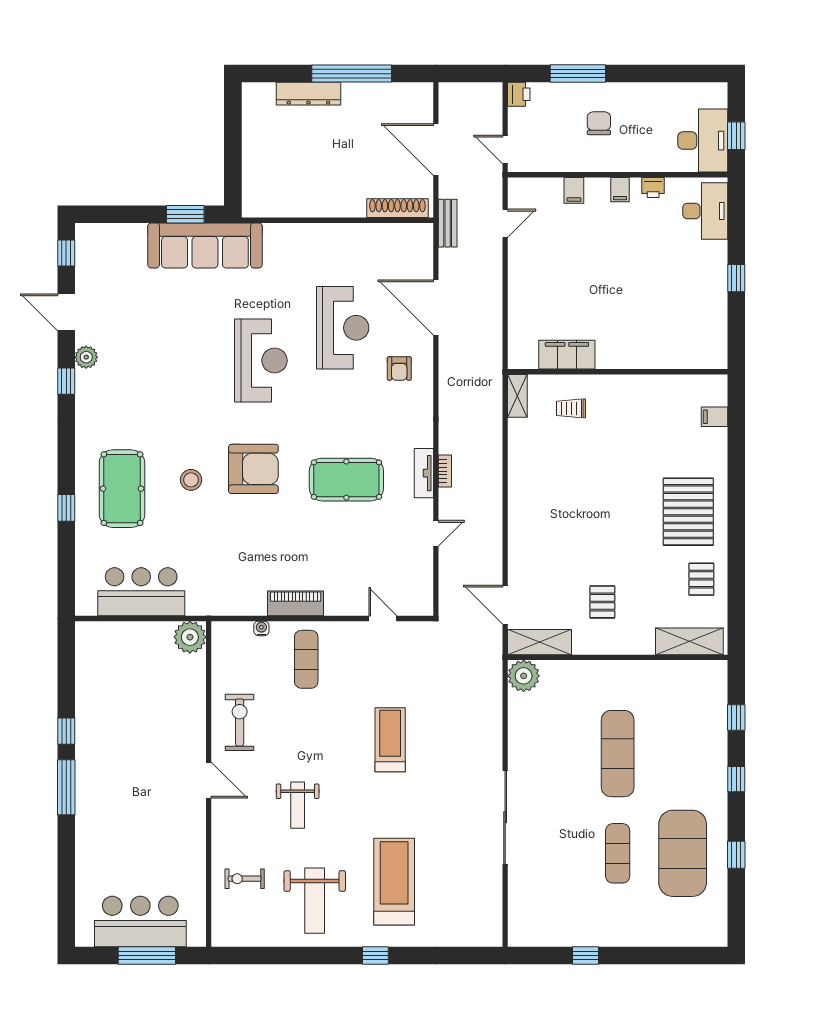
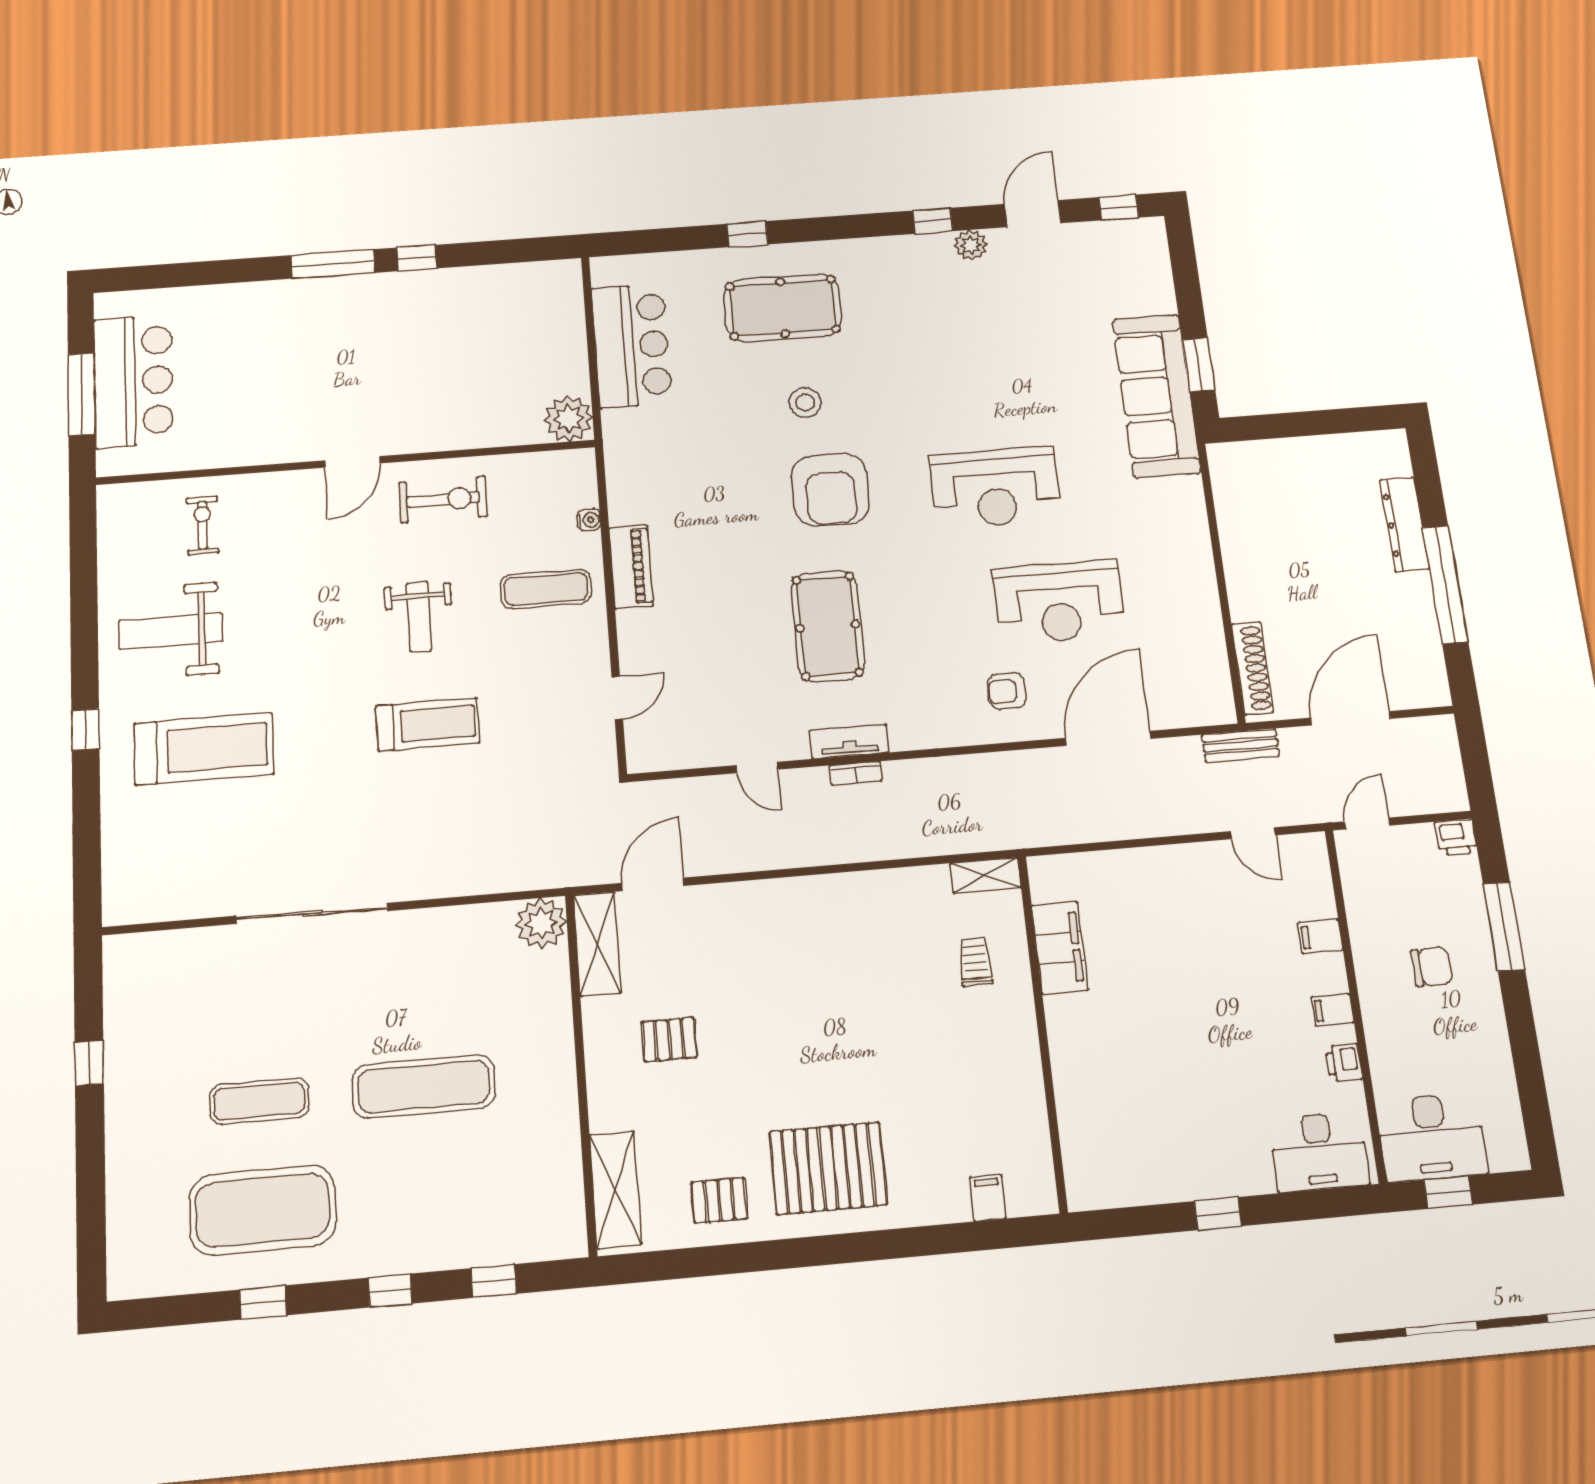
weight bench: (298, 805) -> (419, 617), moved, turned -90

